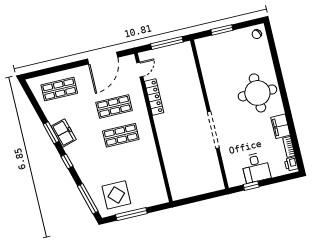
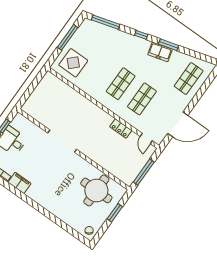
door: (103, 58) -> (178, 124), swing flipped
round table: (257, 93) -> (96, 190), moved
locker: (154, 97) -> (121, 129), width x0.66
display table: (116, 195) -> (73, 63), moved

